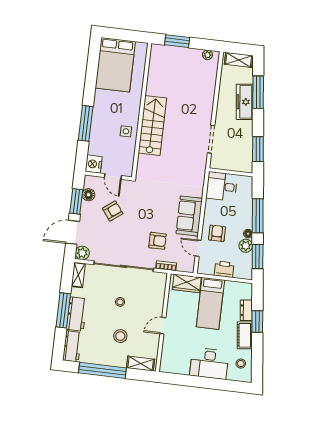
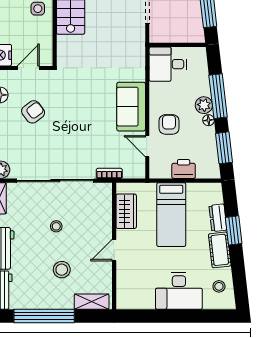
door: (113, 176) -> (28, 68), swing flipped
armchair: (158, 241) -> (95, 143), removed
plant: (246, 246) -> (204, 105), moved
wardrobe: (187, 283) -> (126, 211), moved, turned -90

